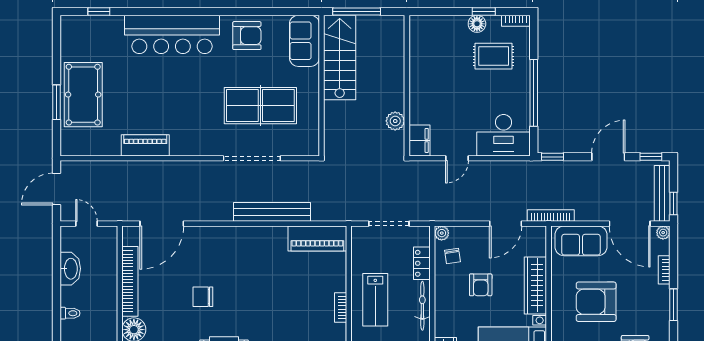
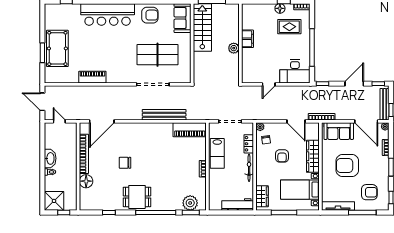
plant: (395, 121) -> (234, 48), moved
filing cabinet: (419, 140) -> (247, 39), moved
door: (57, 189) -> (42, 102), hinge flipped
door: (506, 224) -> (296, 121), hinge flipped
washbasin: (70, 269) -> (50, 158), moved
lab bench: (375, 300) -> (217, 153), moved

